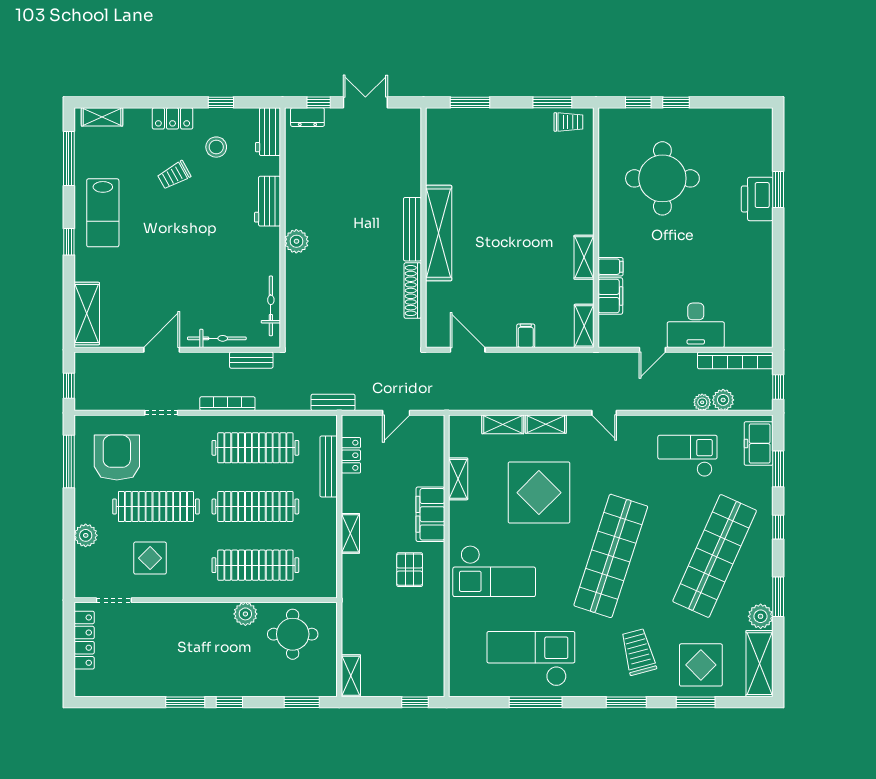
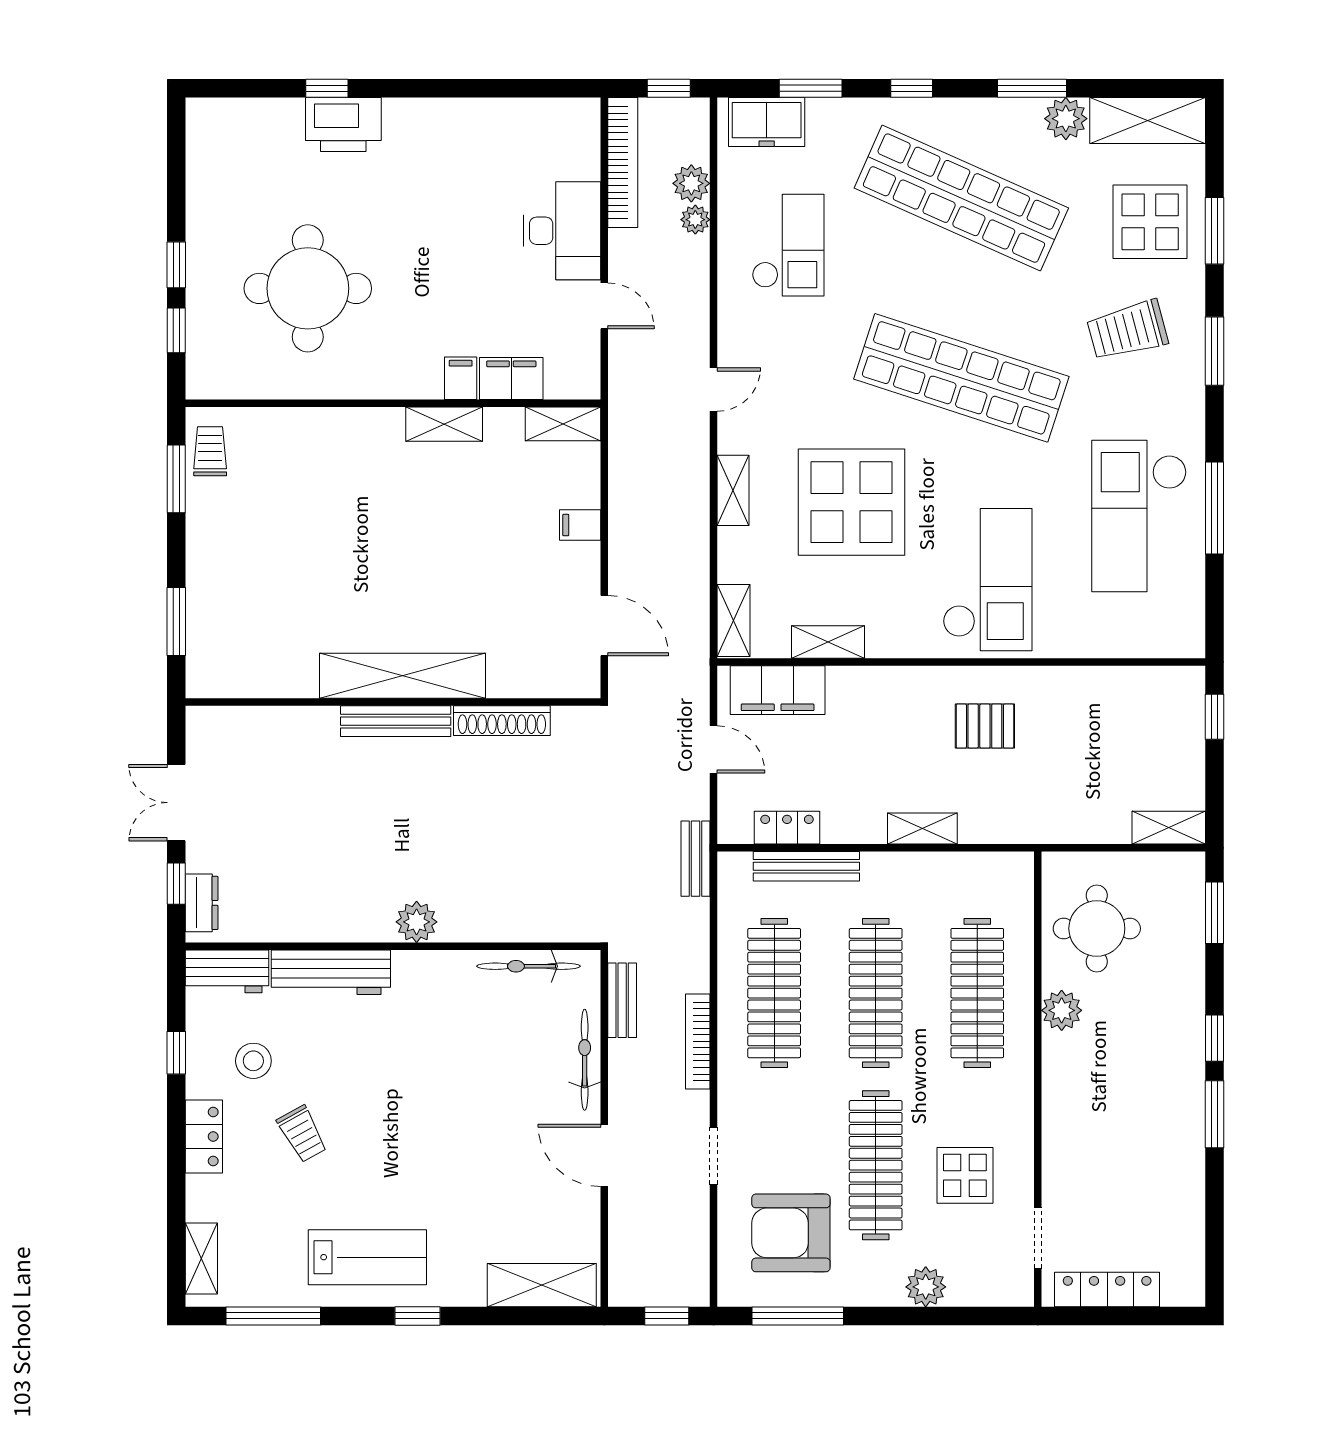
window: (778, 189) -> (327, 88), width x0.67
workbench: (267, 201) -> (331, 972), width x1.38
door: (468, 350) -> (604, 626), swing flipped
shelving: (503, 424) -> (734, 620), moved
checkout: (687, 456) -> (788, 245), turned 180
filing cabinet: (430, 514) -> (778, 690), moved

